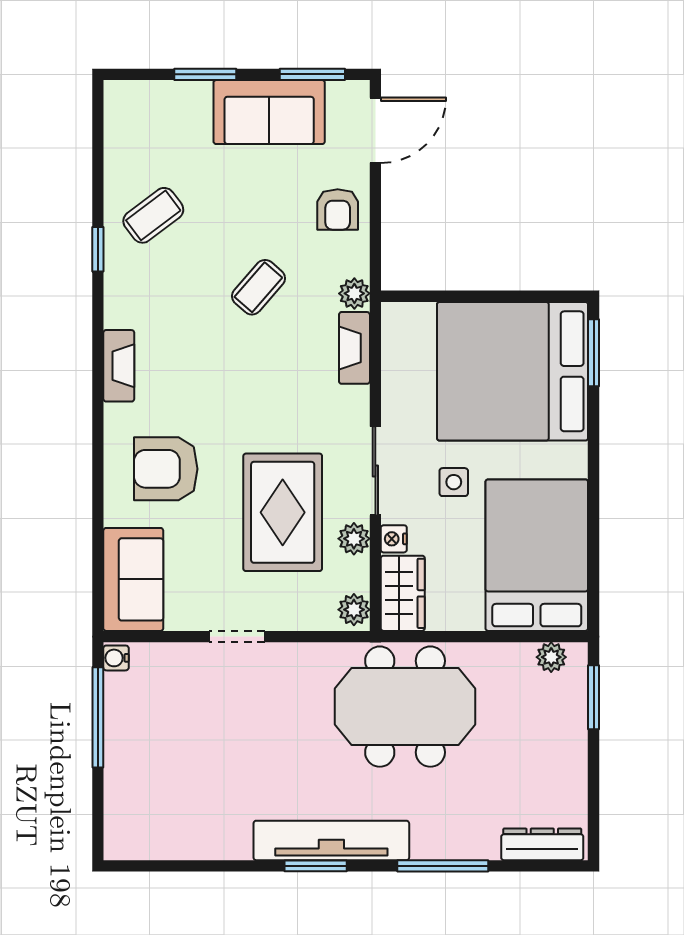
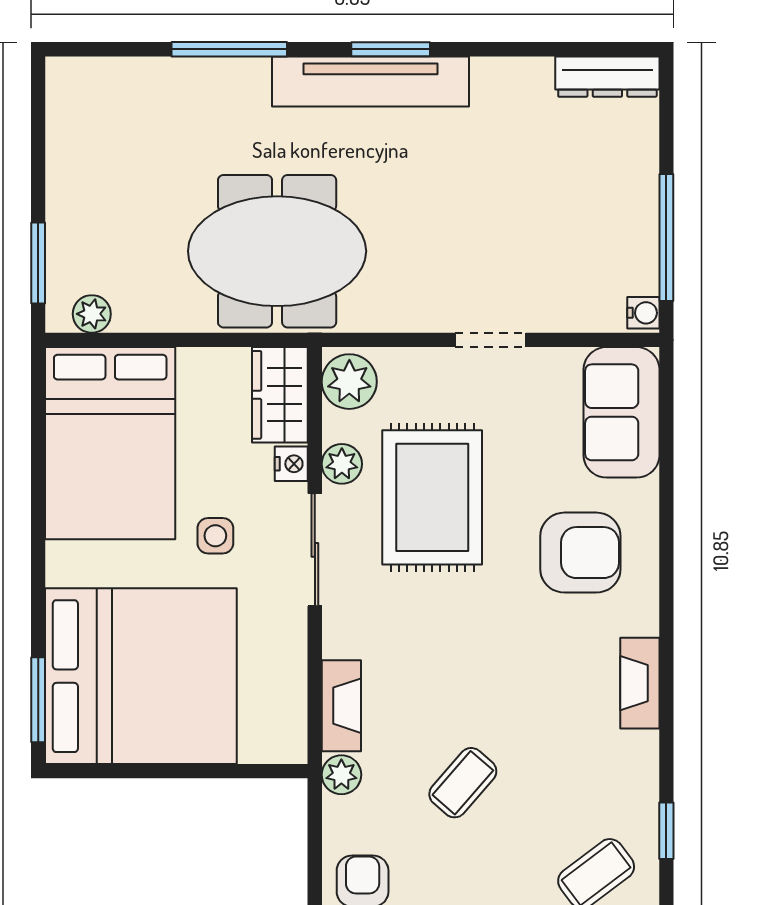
plant: (354, 610) -> (349, 382), width x1.38, depth x1.38
dresser: (542, 844) -> (607, 77), moved

